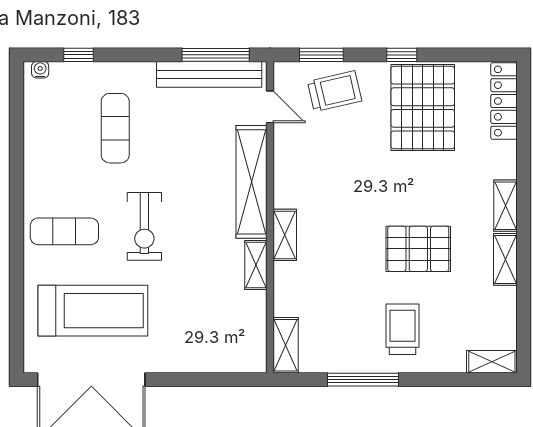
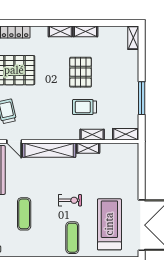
door: (270, 107) -> (14, 141), swing flipped
exercise mat: (115, 128) -> (24, 214), turned 90
exercise bike: (144, 226) -> (70, 200), width x0.73, depth x0.72
shelving: (285, 235) -> (92, 135), moved
trolley: (403, 329) -> (84, 107), moved

